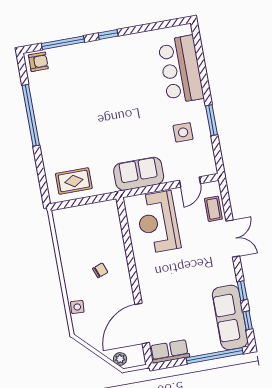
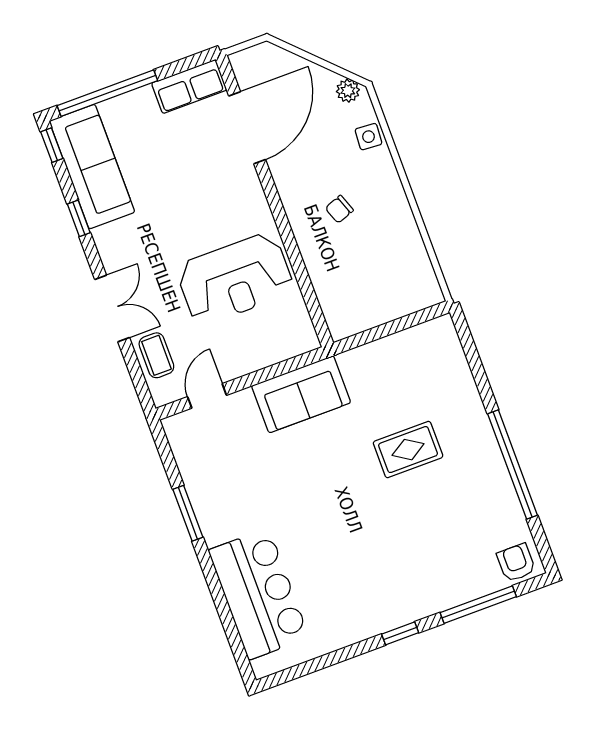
armchair: (38, 62) -> (516, 563), turned 90
side table: (183, 132) -> (235, 482), removed
rug: (74, 181) -> (408, 450), moved
reception desk: (158, 222) -> (235, 279), moved, turned 90
double door: (233, 239) -> (112, 308), swing flipped
window: (248, 320) -> (52, 145), moved
plant: (120, 359) -> (348, 91), moved

